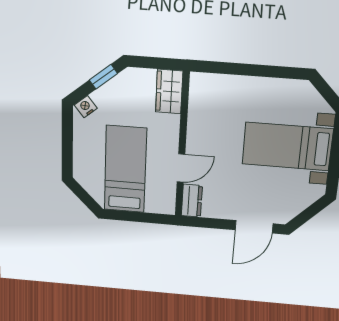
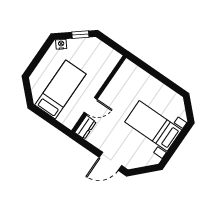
wardrobe: (169, 92) -> (109, 62), removed

